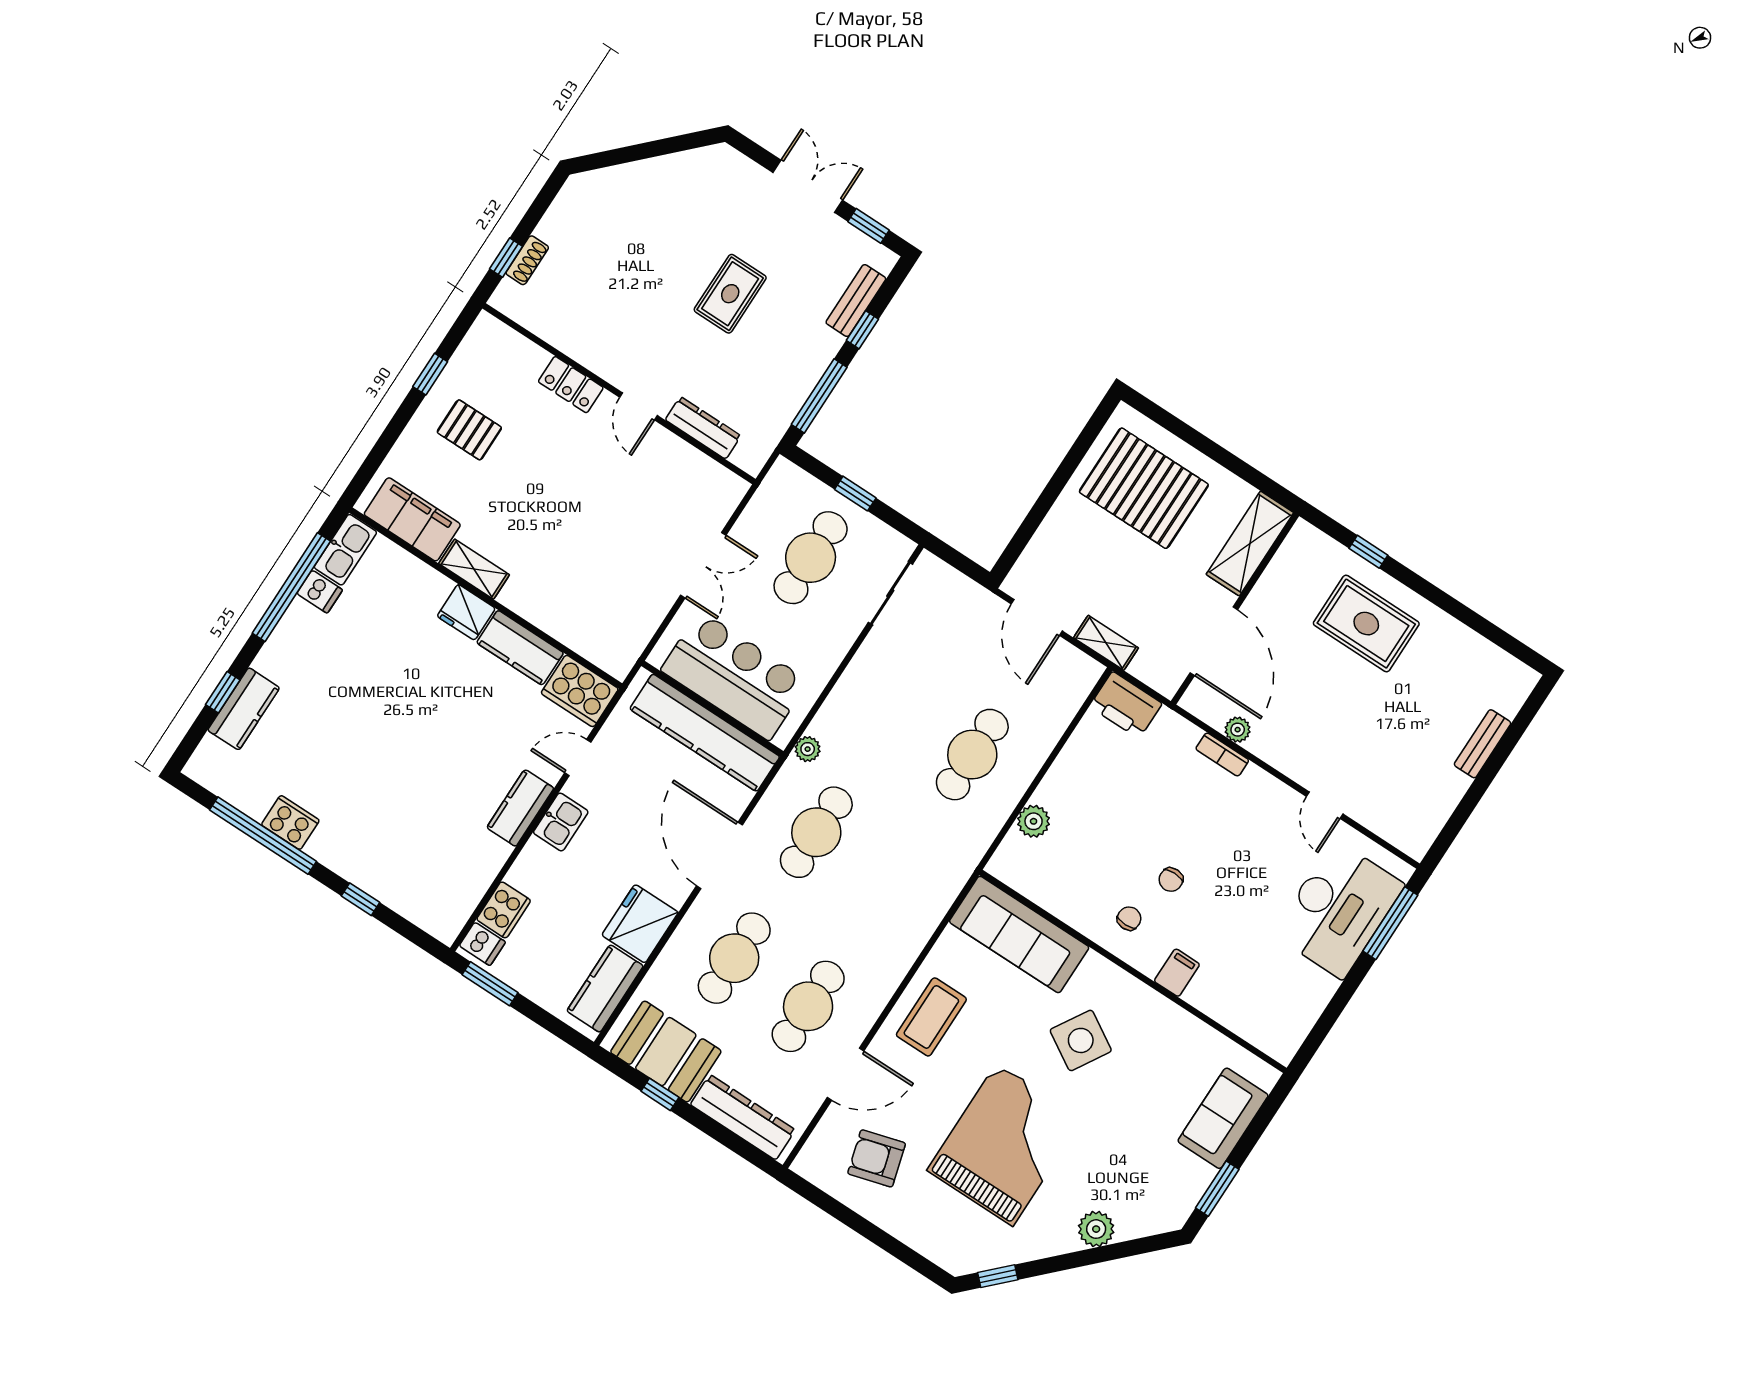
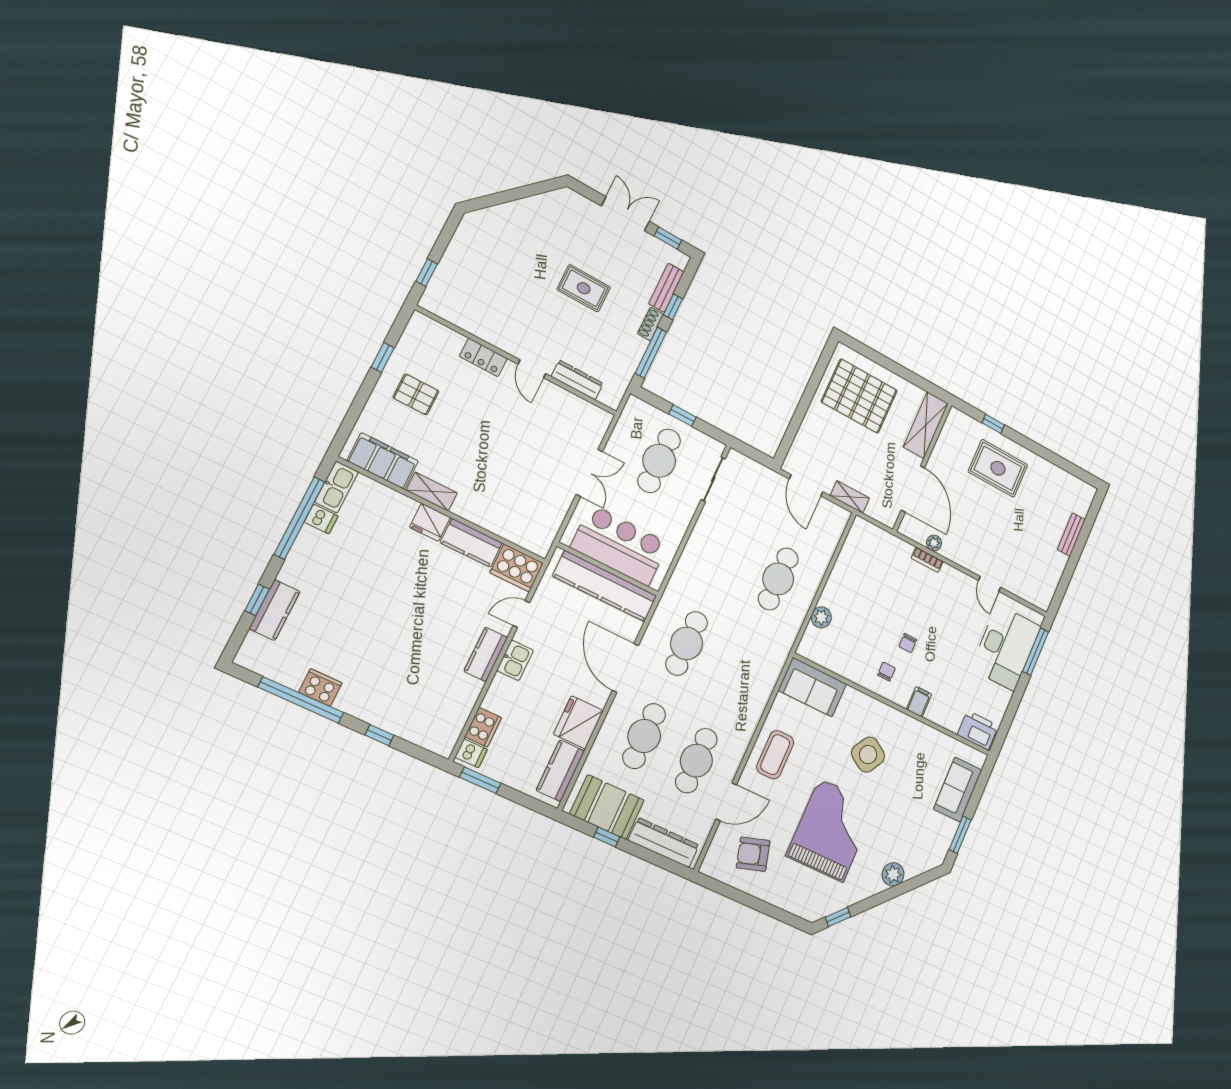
shoe rack: (527, 260) -> (650, 324), moved, turned 180
rug: (730, 294) -> (584, 288), turned 90
printer: (1126, 705) -> (978, 730), moved, turned 180
plant: (808, 749) -> (674, 589), removed
sofa: (1019, 934) -> (812, 687), width x0.73

